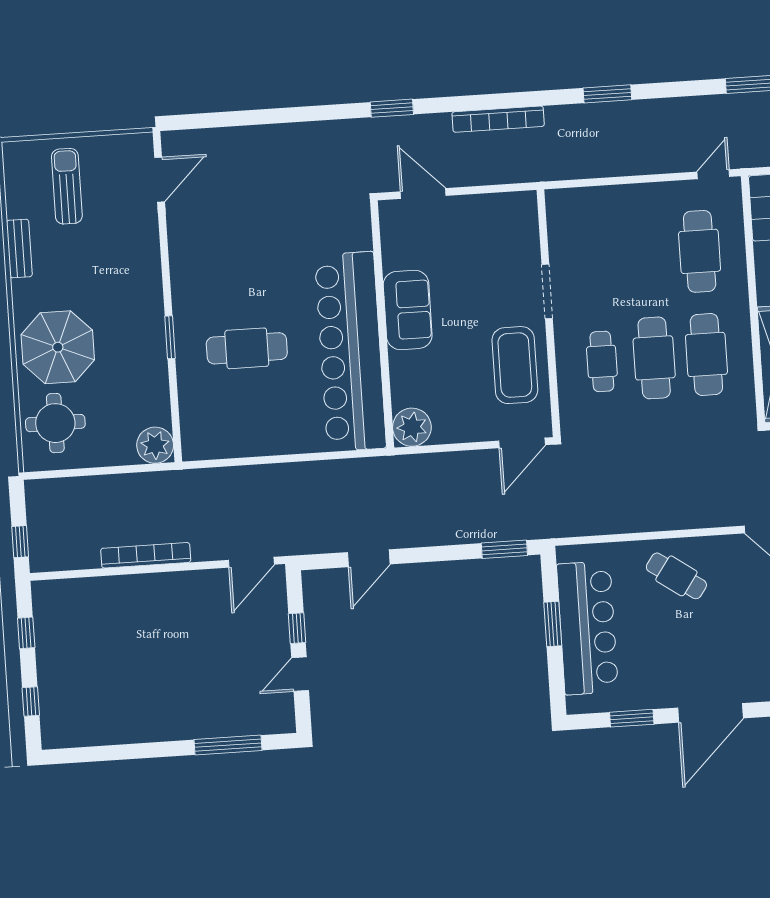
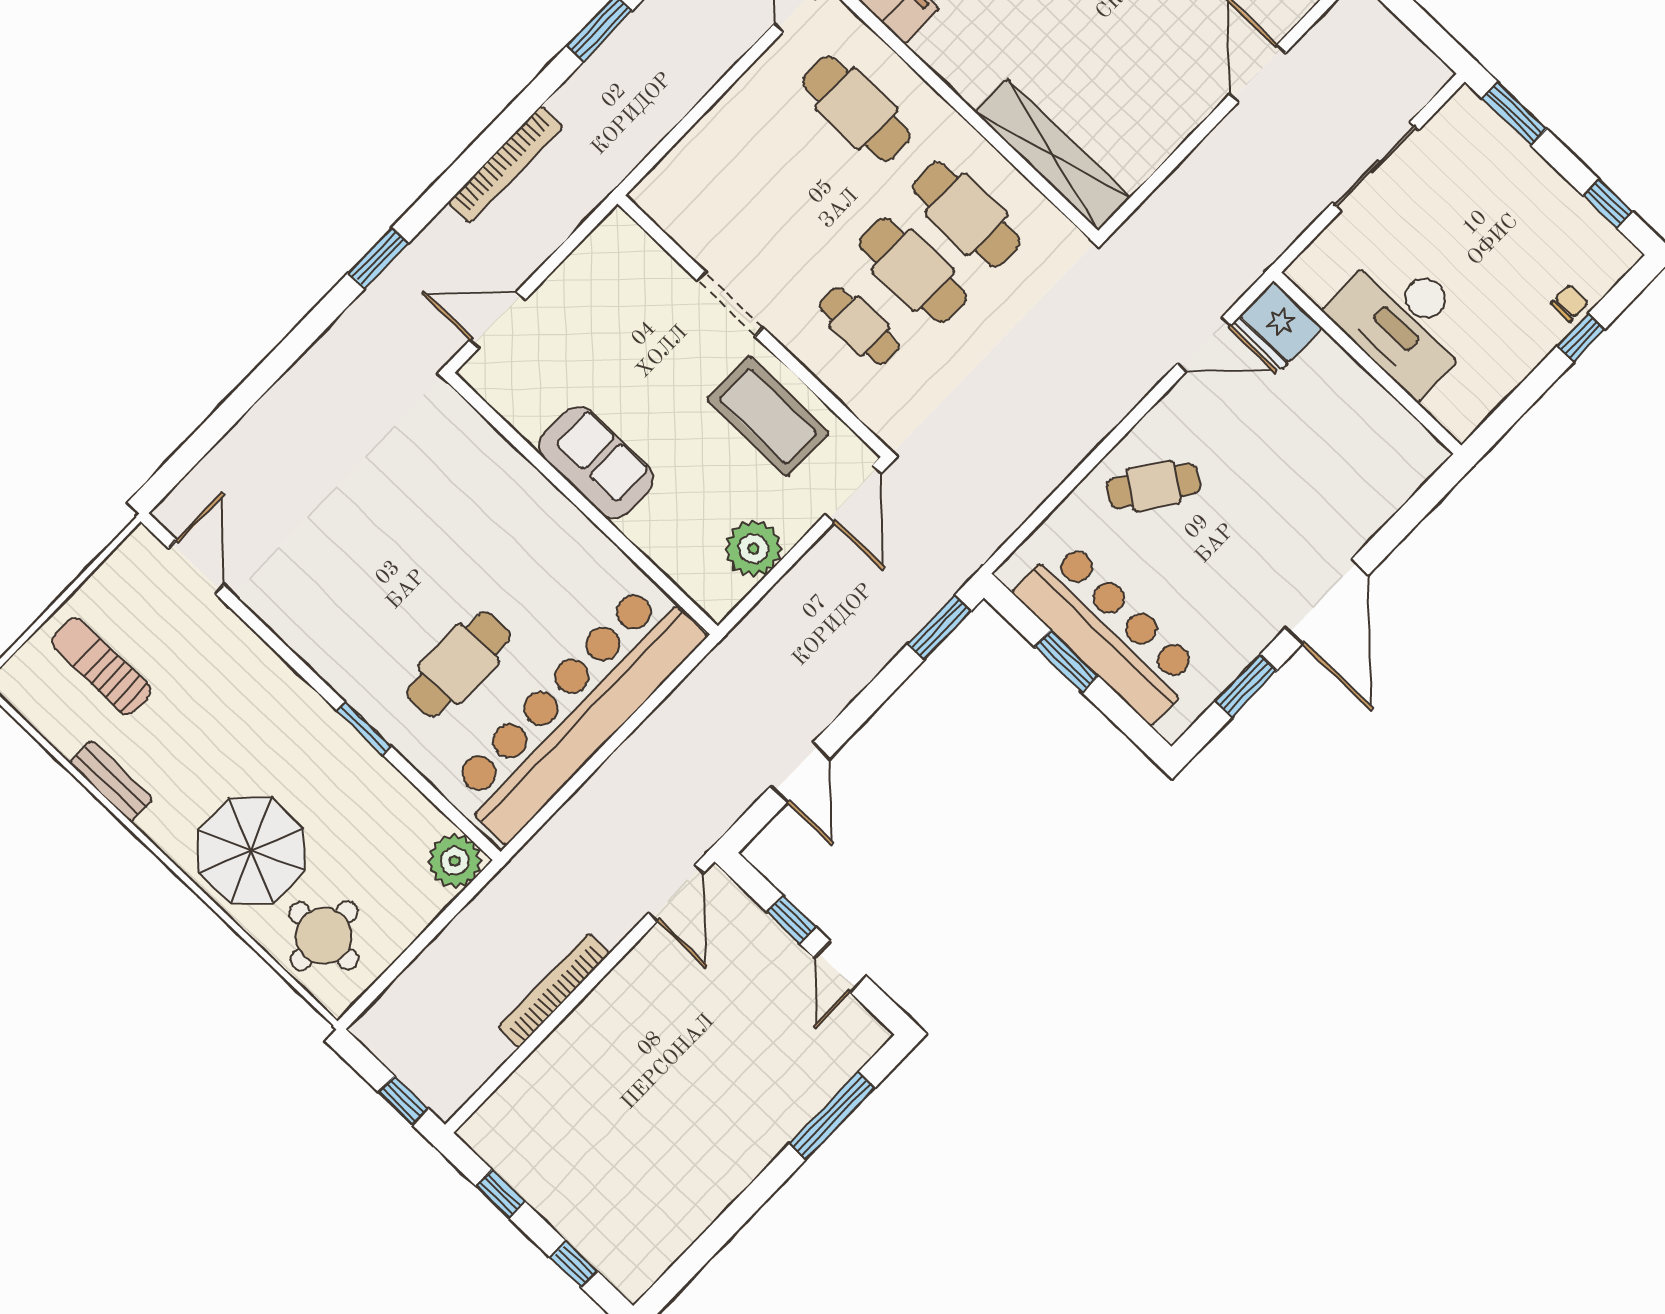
bar counter: (350, 352) -> (576, 711), moved, turned 90
plant: (412, 427) -> (753, 549), moved

